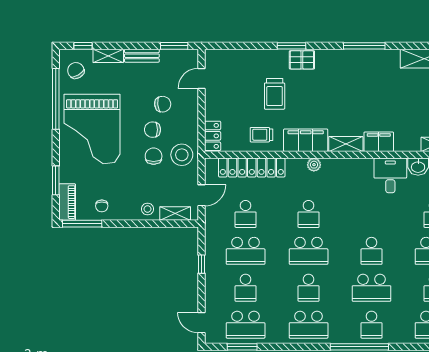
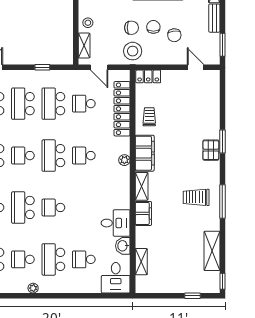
trolley: (275, 94) -> (196, 197), moved
school desk: (246, 288) -> (23, 104), width x1.85

